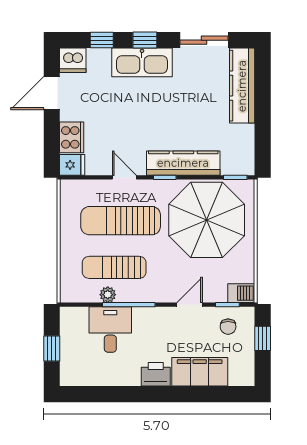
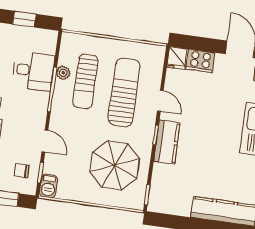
kitchen counter: (183, 163) -> (167, 142), width x0.67
door: (124, 177) -> (160, 101), hinge flipped
parasol: (207, 220) -> (115, 165), width x0.73, depth x0.73
sun lounger: (114, 267) -> (85, 81), turned 180

